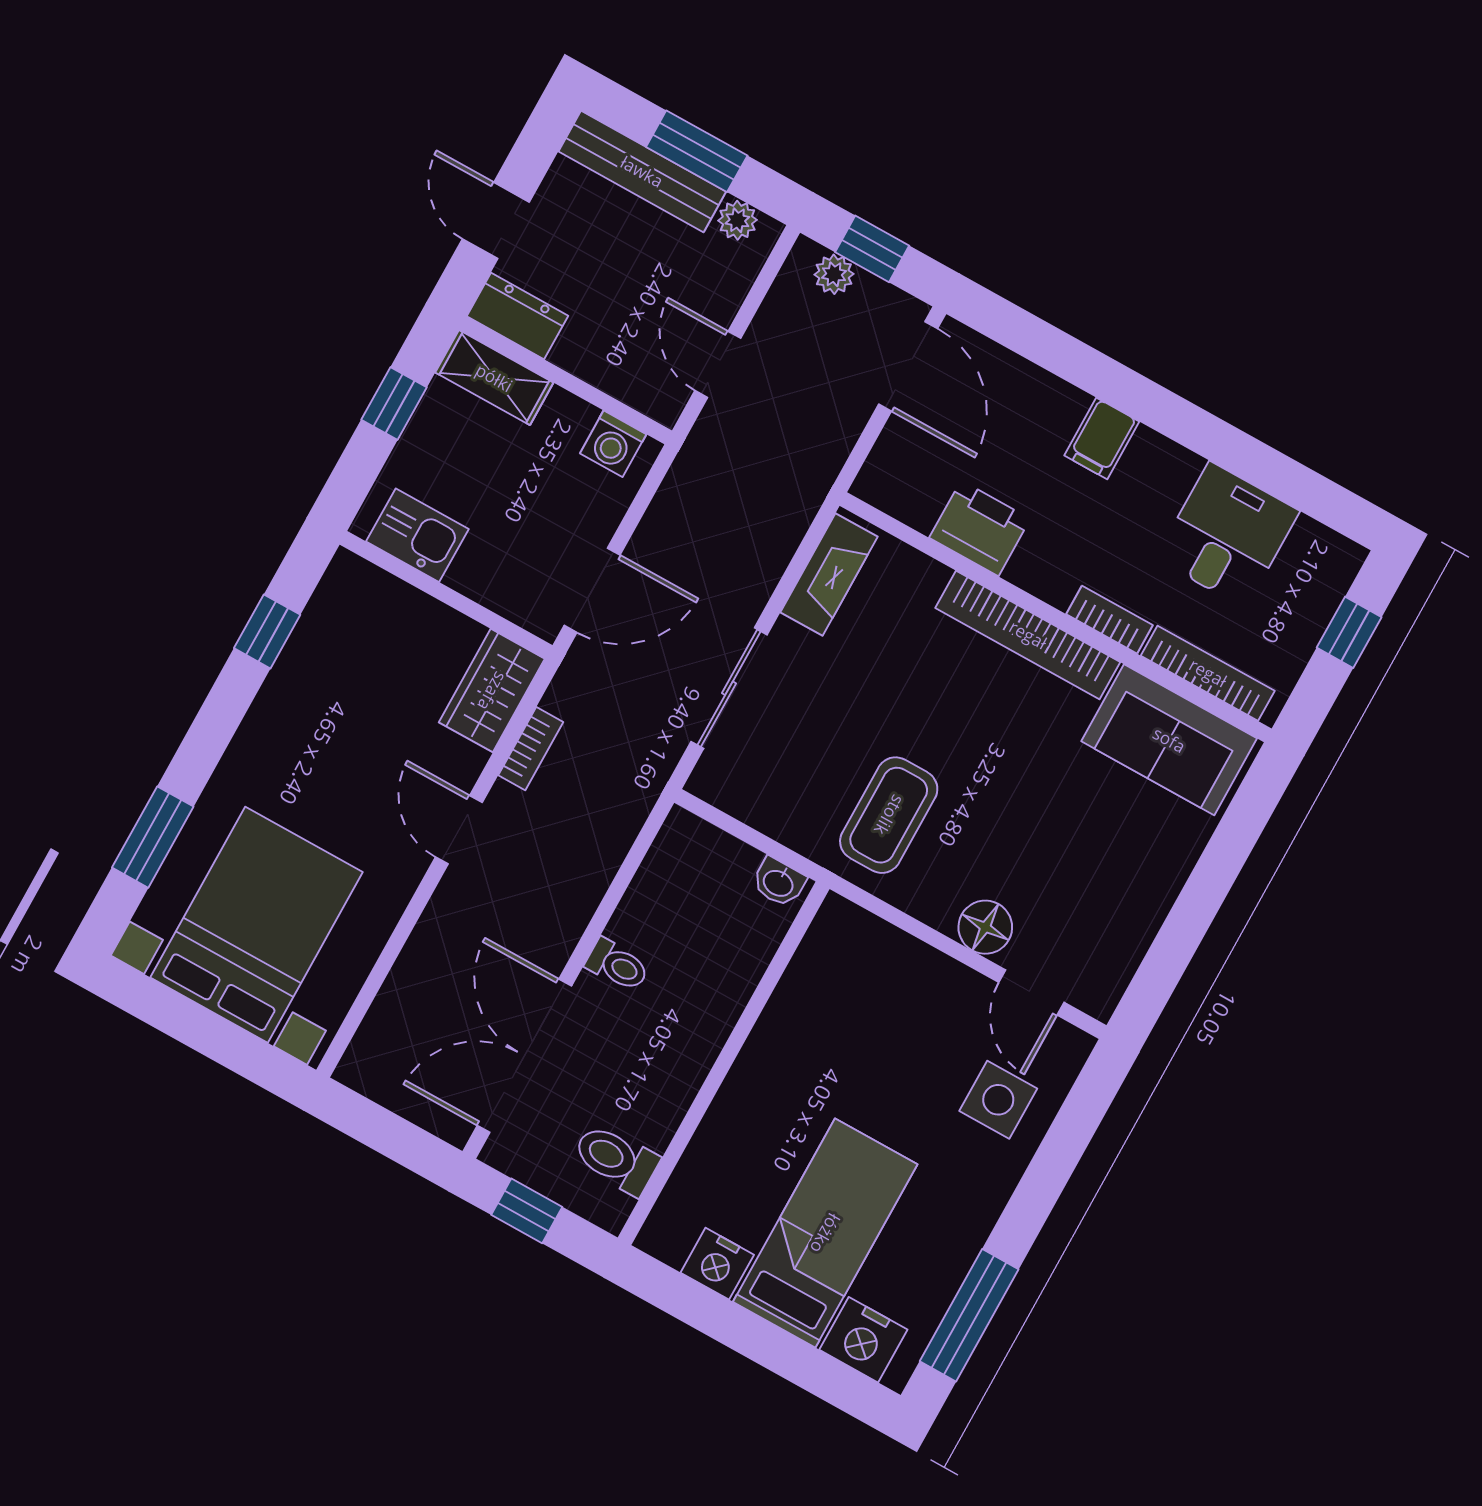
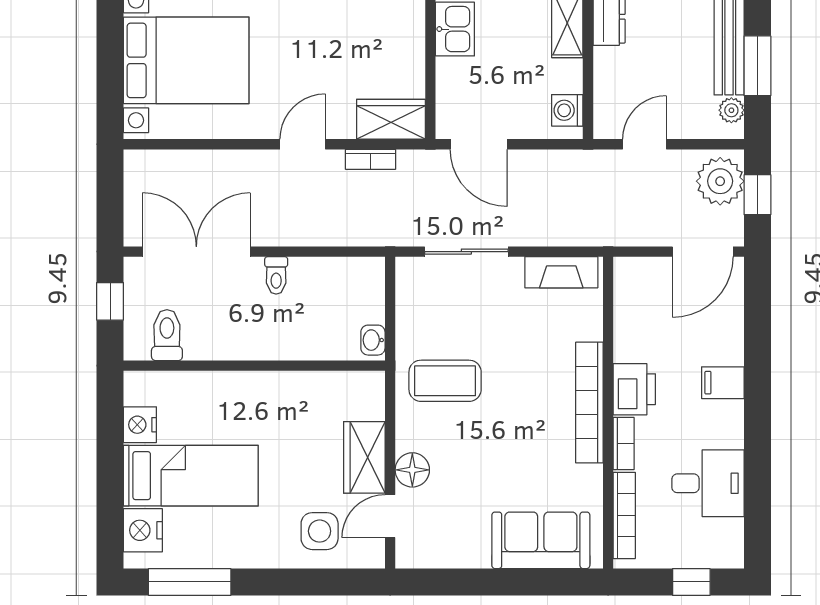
plant: (834, 274) -> (720, 181), width x1.88, depth x1.88
printer: (980, 528) -> (634, 389), moved
sofa: (1169, 740) -> (541, 540), moved, turned 90
wardrobe: (932, 983) -> (364, 457), added

